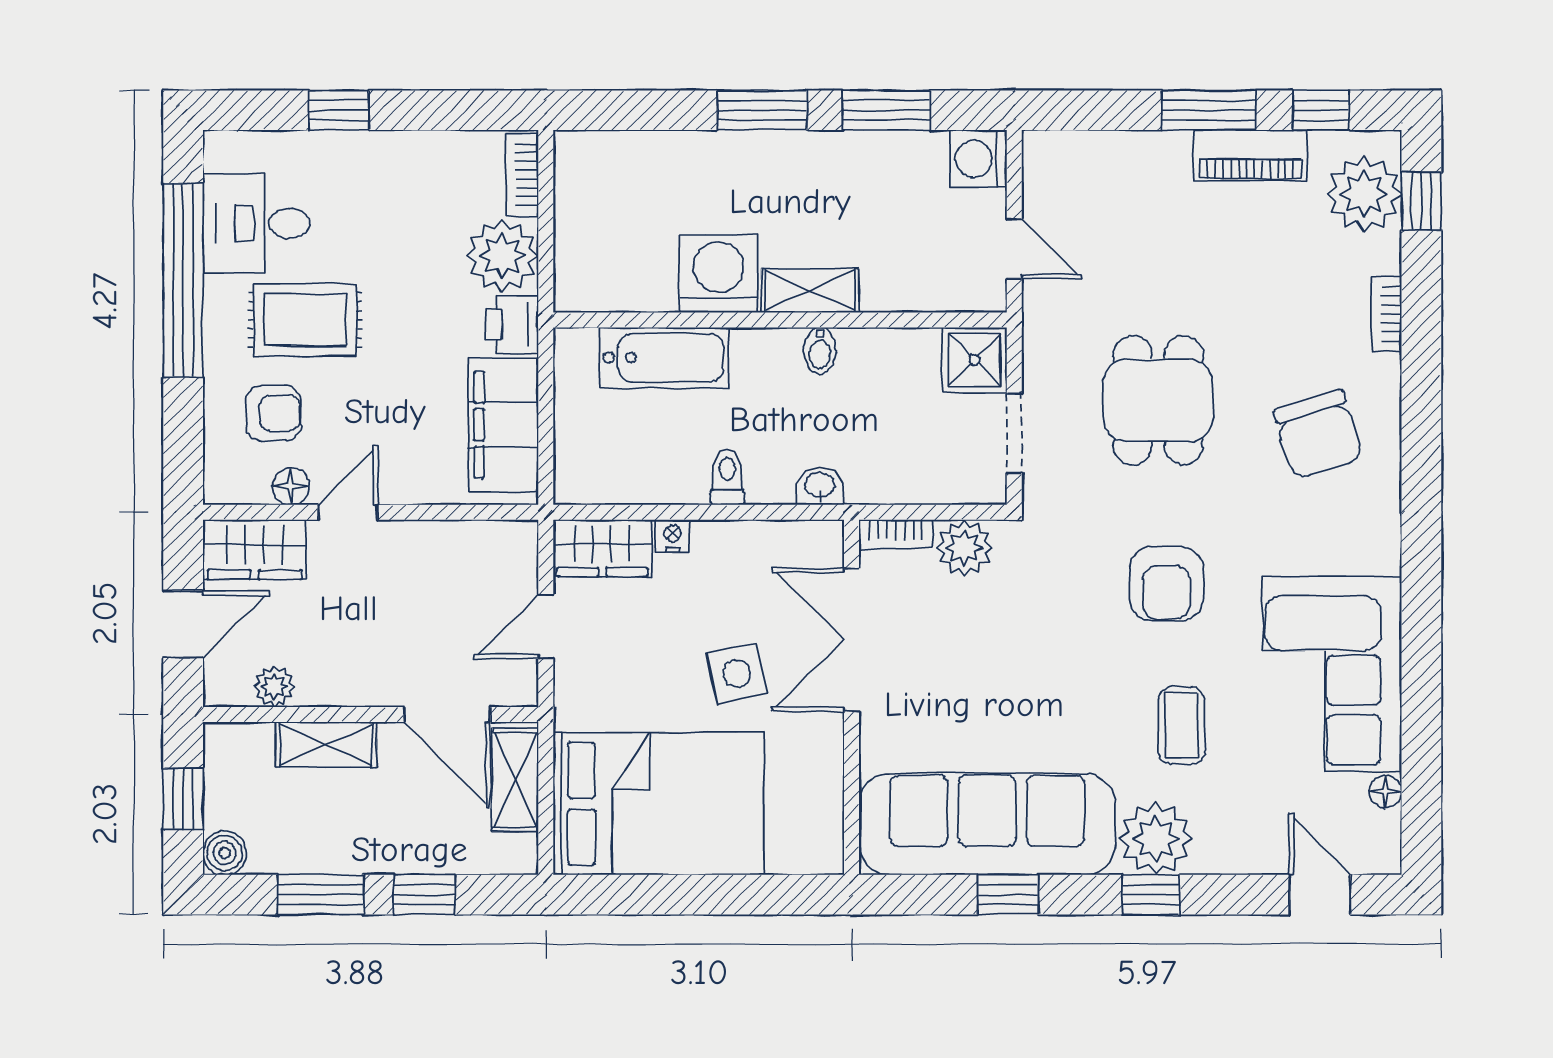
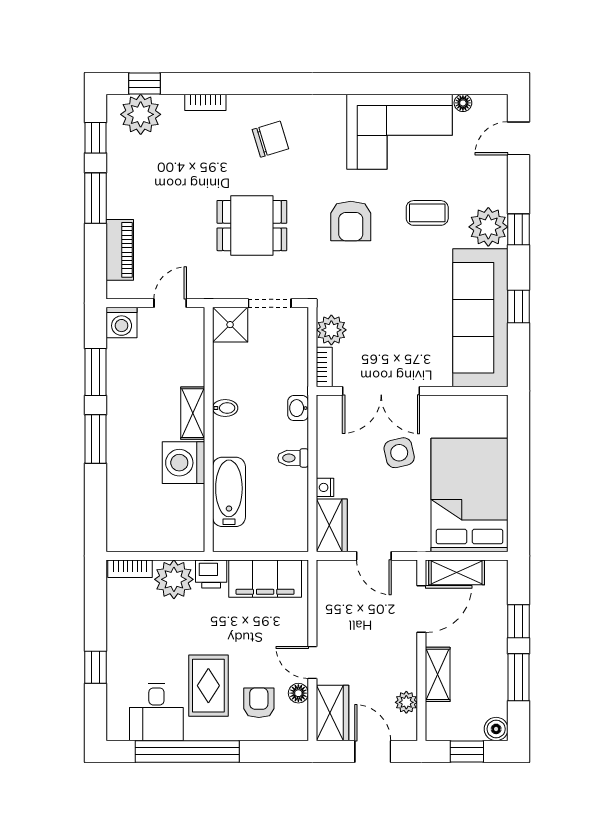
piano: (1250, 155) -> (120, 250), moved
chair: (1318, 434) -> (270, 139), width x0.73, depth x0.73
armchair: (1166, 584) -> (351, 221), turned 90

